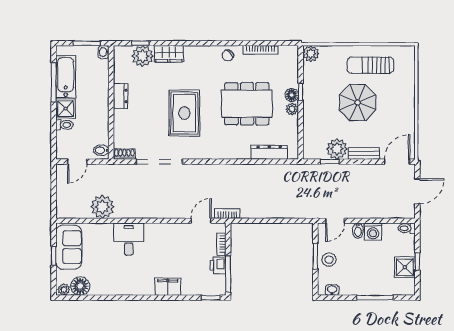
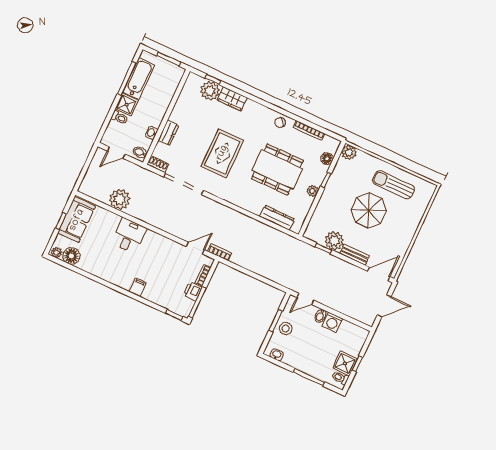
washbasin: (104, 52) -> (152, 133), moved
floor lamp: (292, 95) -> (327, 159), moved
dresser: (121, 96) -> (168, 133), moved
toilet: (407, 228) -> (340, 378), moved
filing cabinet: (168, 287) -> (138, 287), width x0.50

